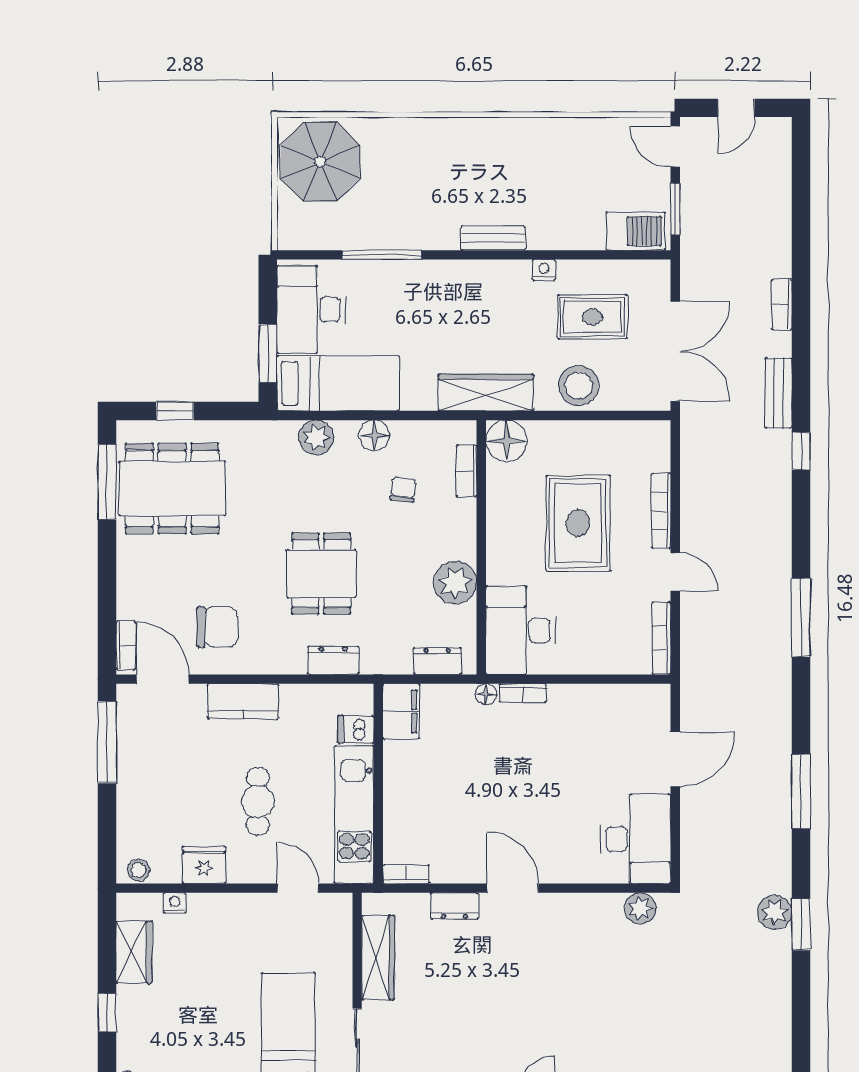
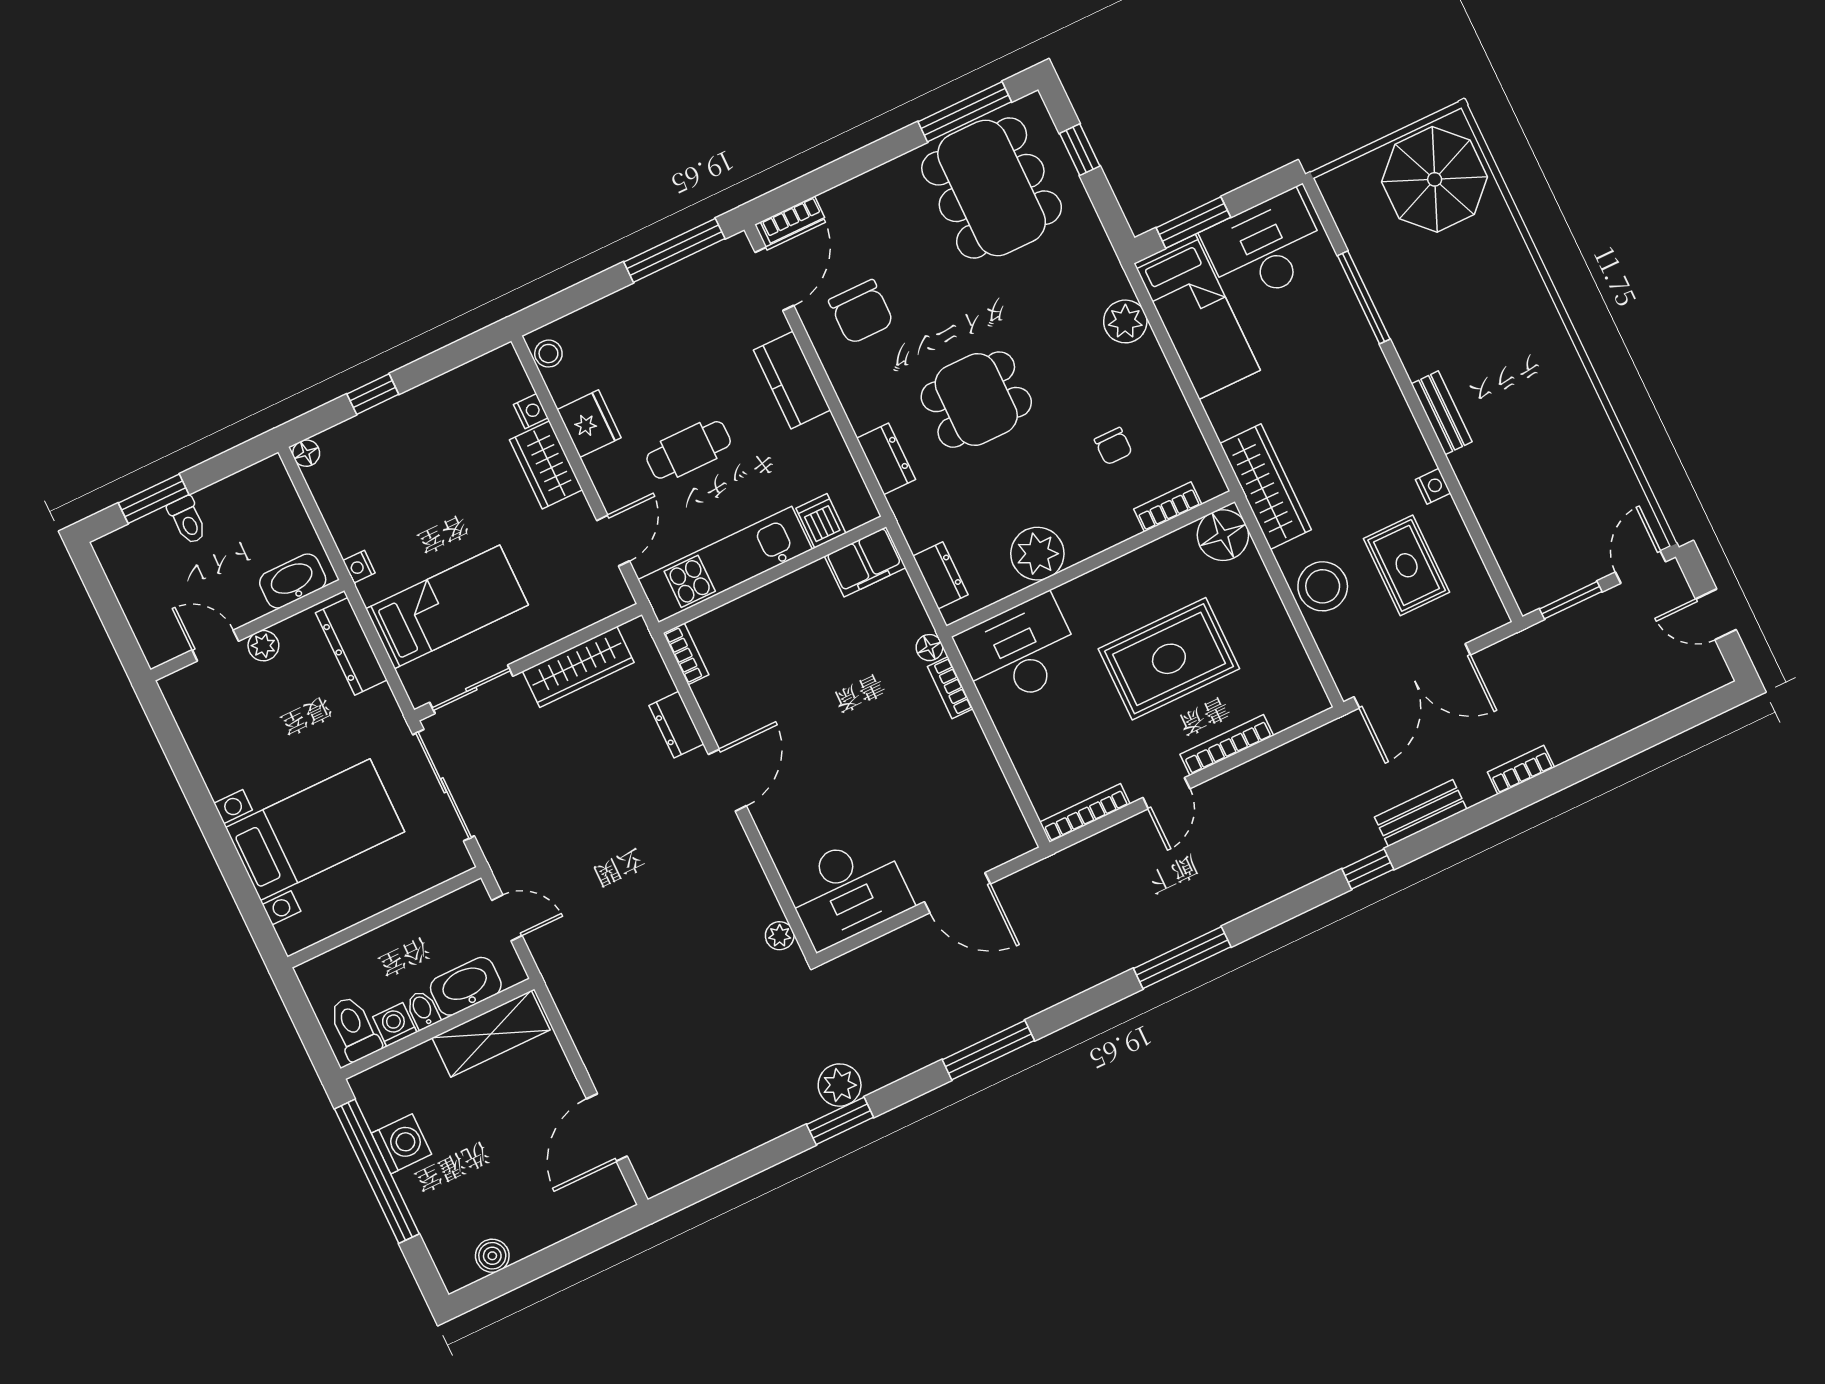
barbecue: (635, 231) -> (1525, 568), removed
floor lamp: (374, 435) -> (1158, 385), removed
chair: (403, 490) -> (1113, 446), turned 82
plant: (640, 908) -> (780, 936), width x0.73, depth x0.73
wardrobe: (134, 952) -> (546, 465), moved, turned 90

